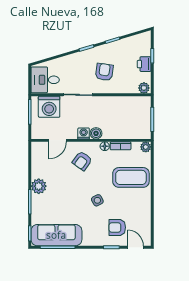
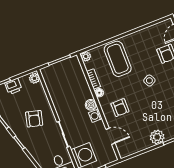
armchair: (104, 72) -> (34, 119), turned -84
armchair: (82, 161) -> (120, 108), turned 54

